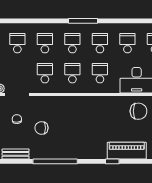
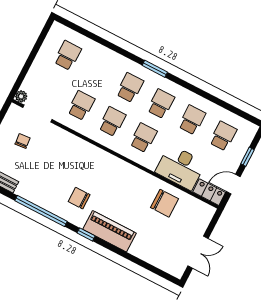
window: (83, 21) -> (155, 69), width x0.69
school desk: (45, 43) -> (99, 72), removed
chair: (41, 128) -> (79, 198), moved
piano: (127, 151) -> (109, 231), moved
window: (112, 161) -> (86, 234), moved

